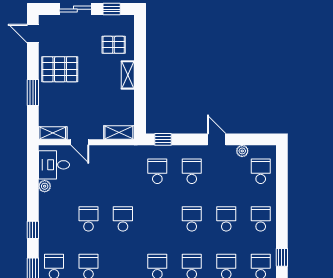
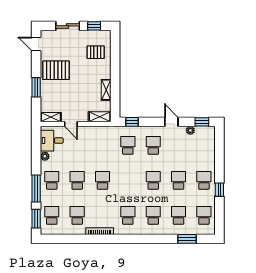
shelving: (128, 75) -> (106, 90), moved
window: (258, 139) -> (202, 122), added
school desk: (261, 171) -> (52, 180), moved
window: (33, 230) -> (36, 188), width x2.17
window: (282, 257) -> (219, 190), moved

